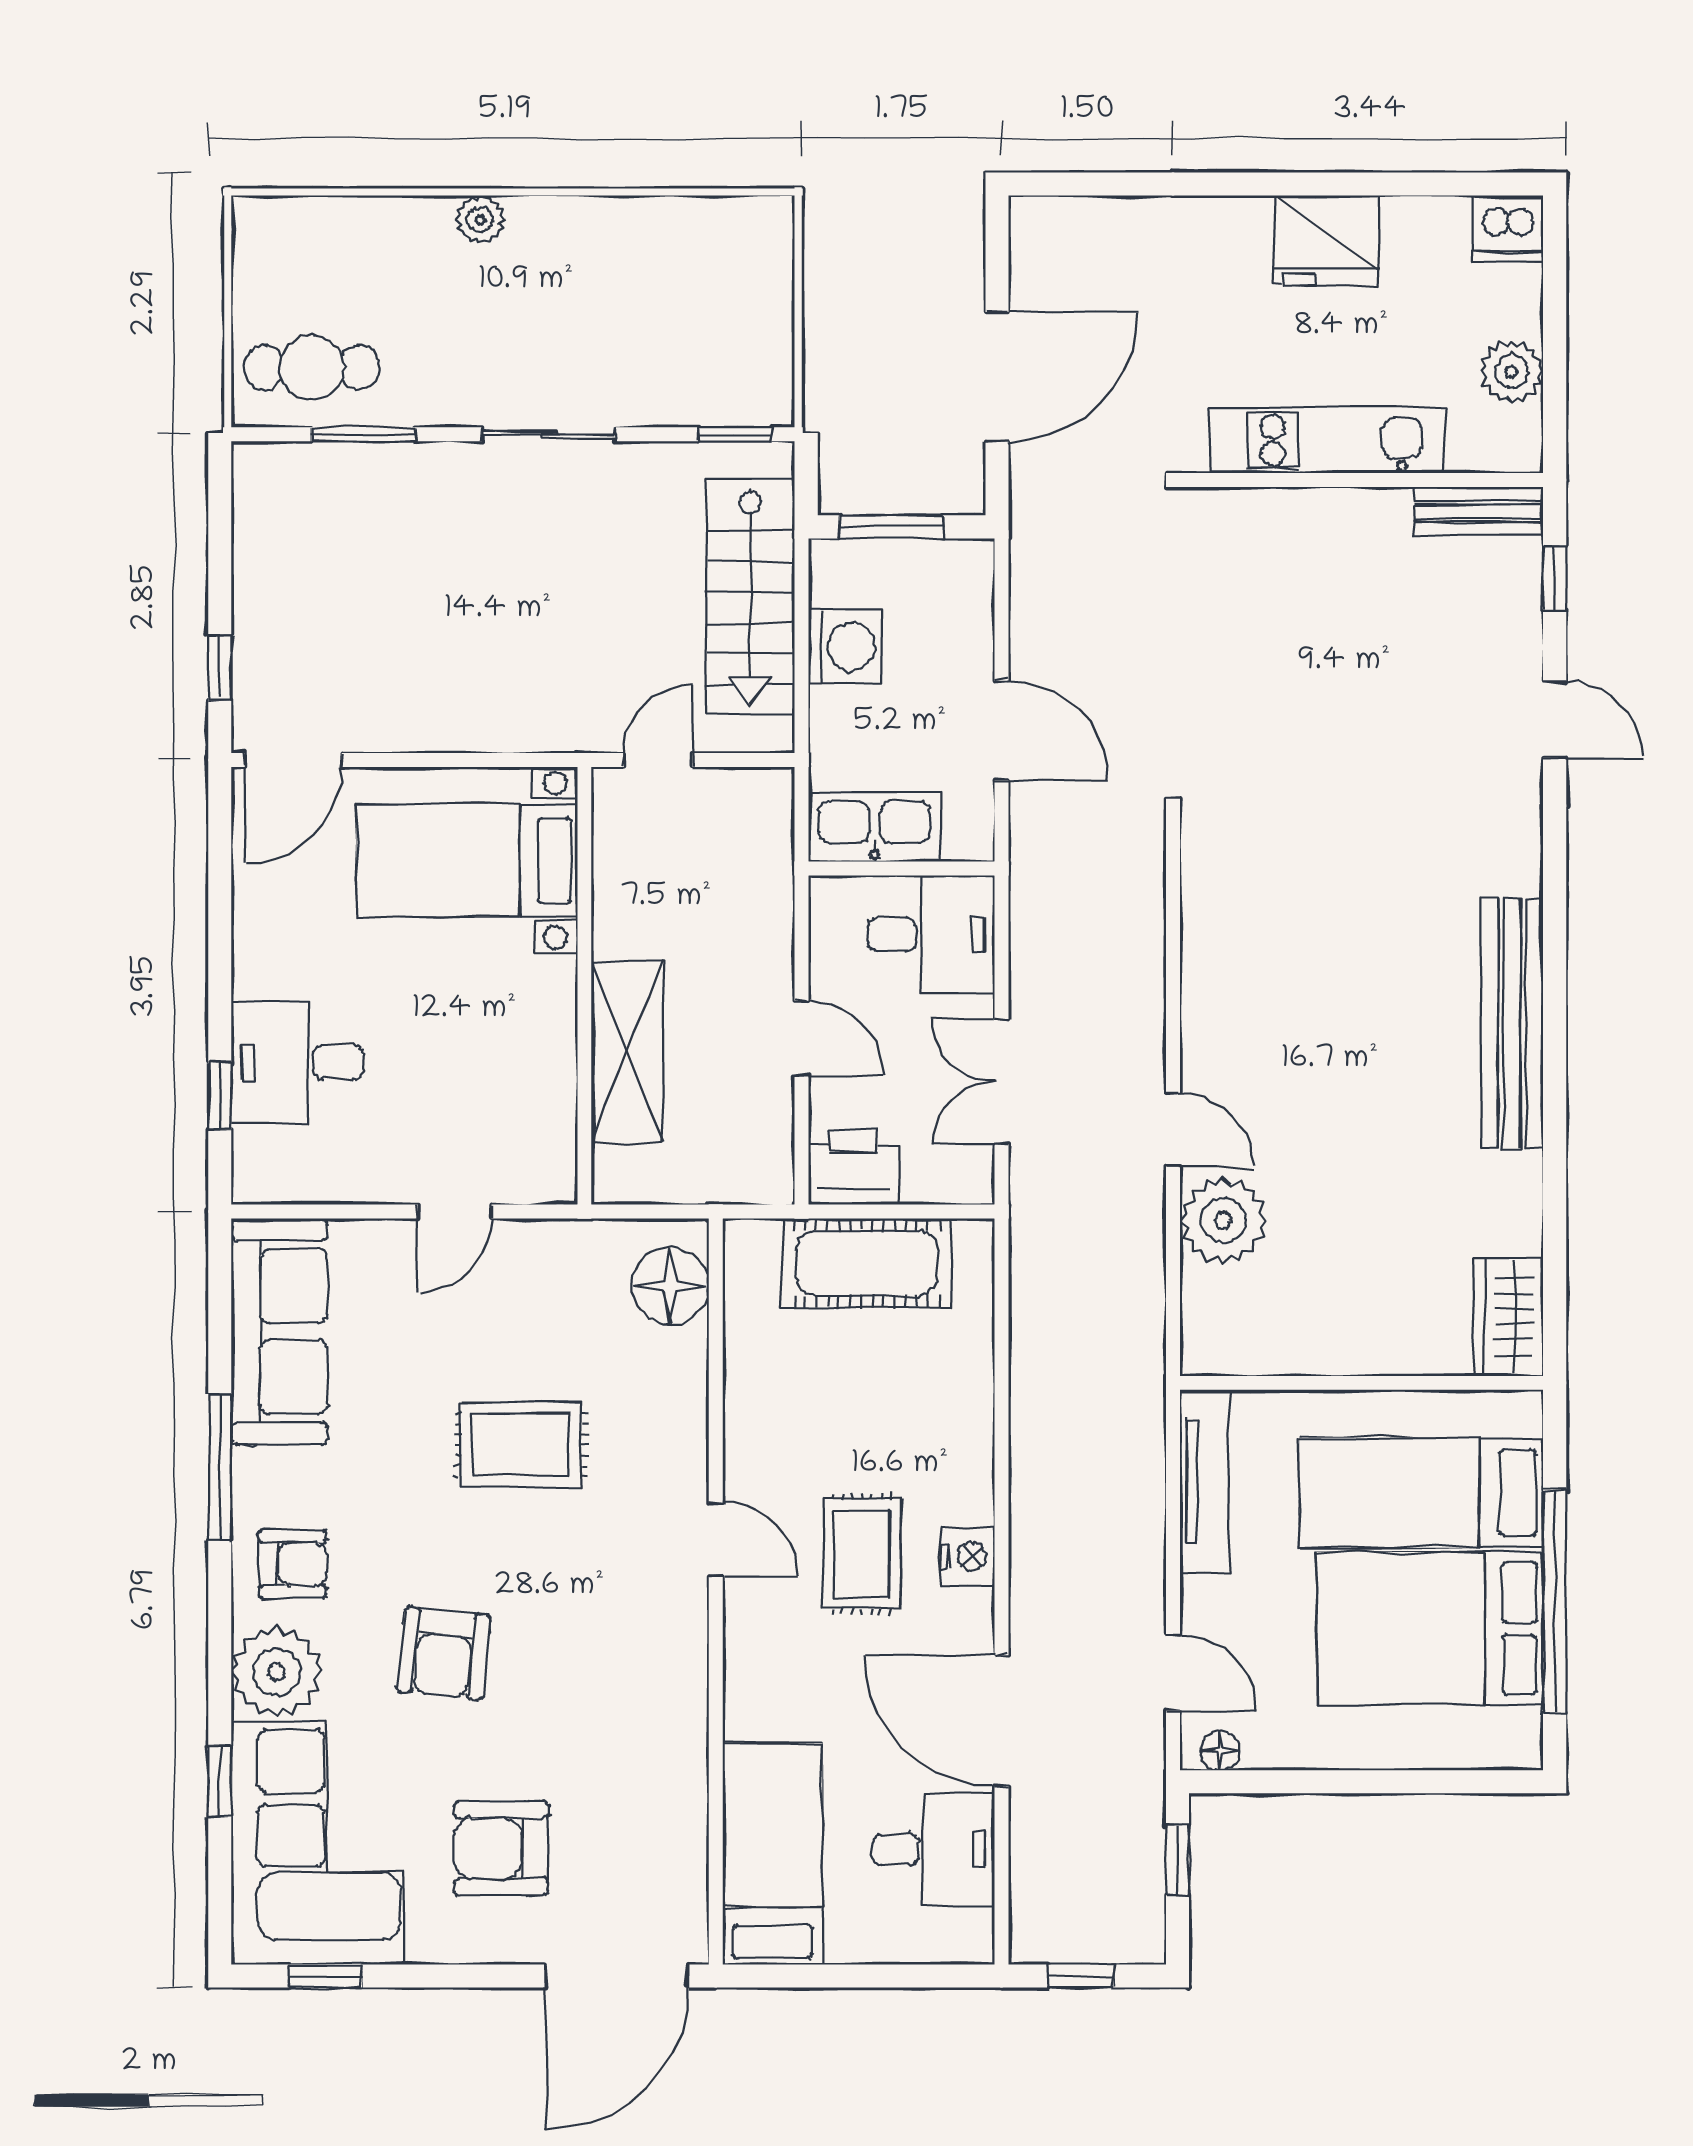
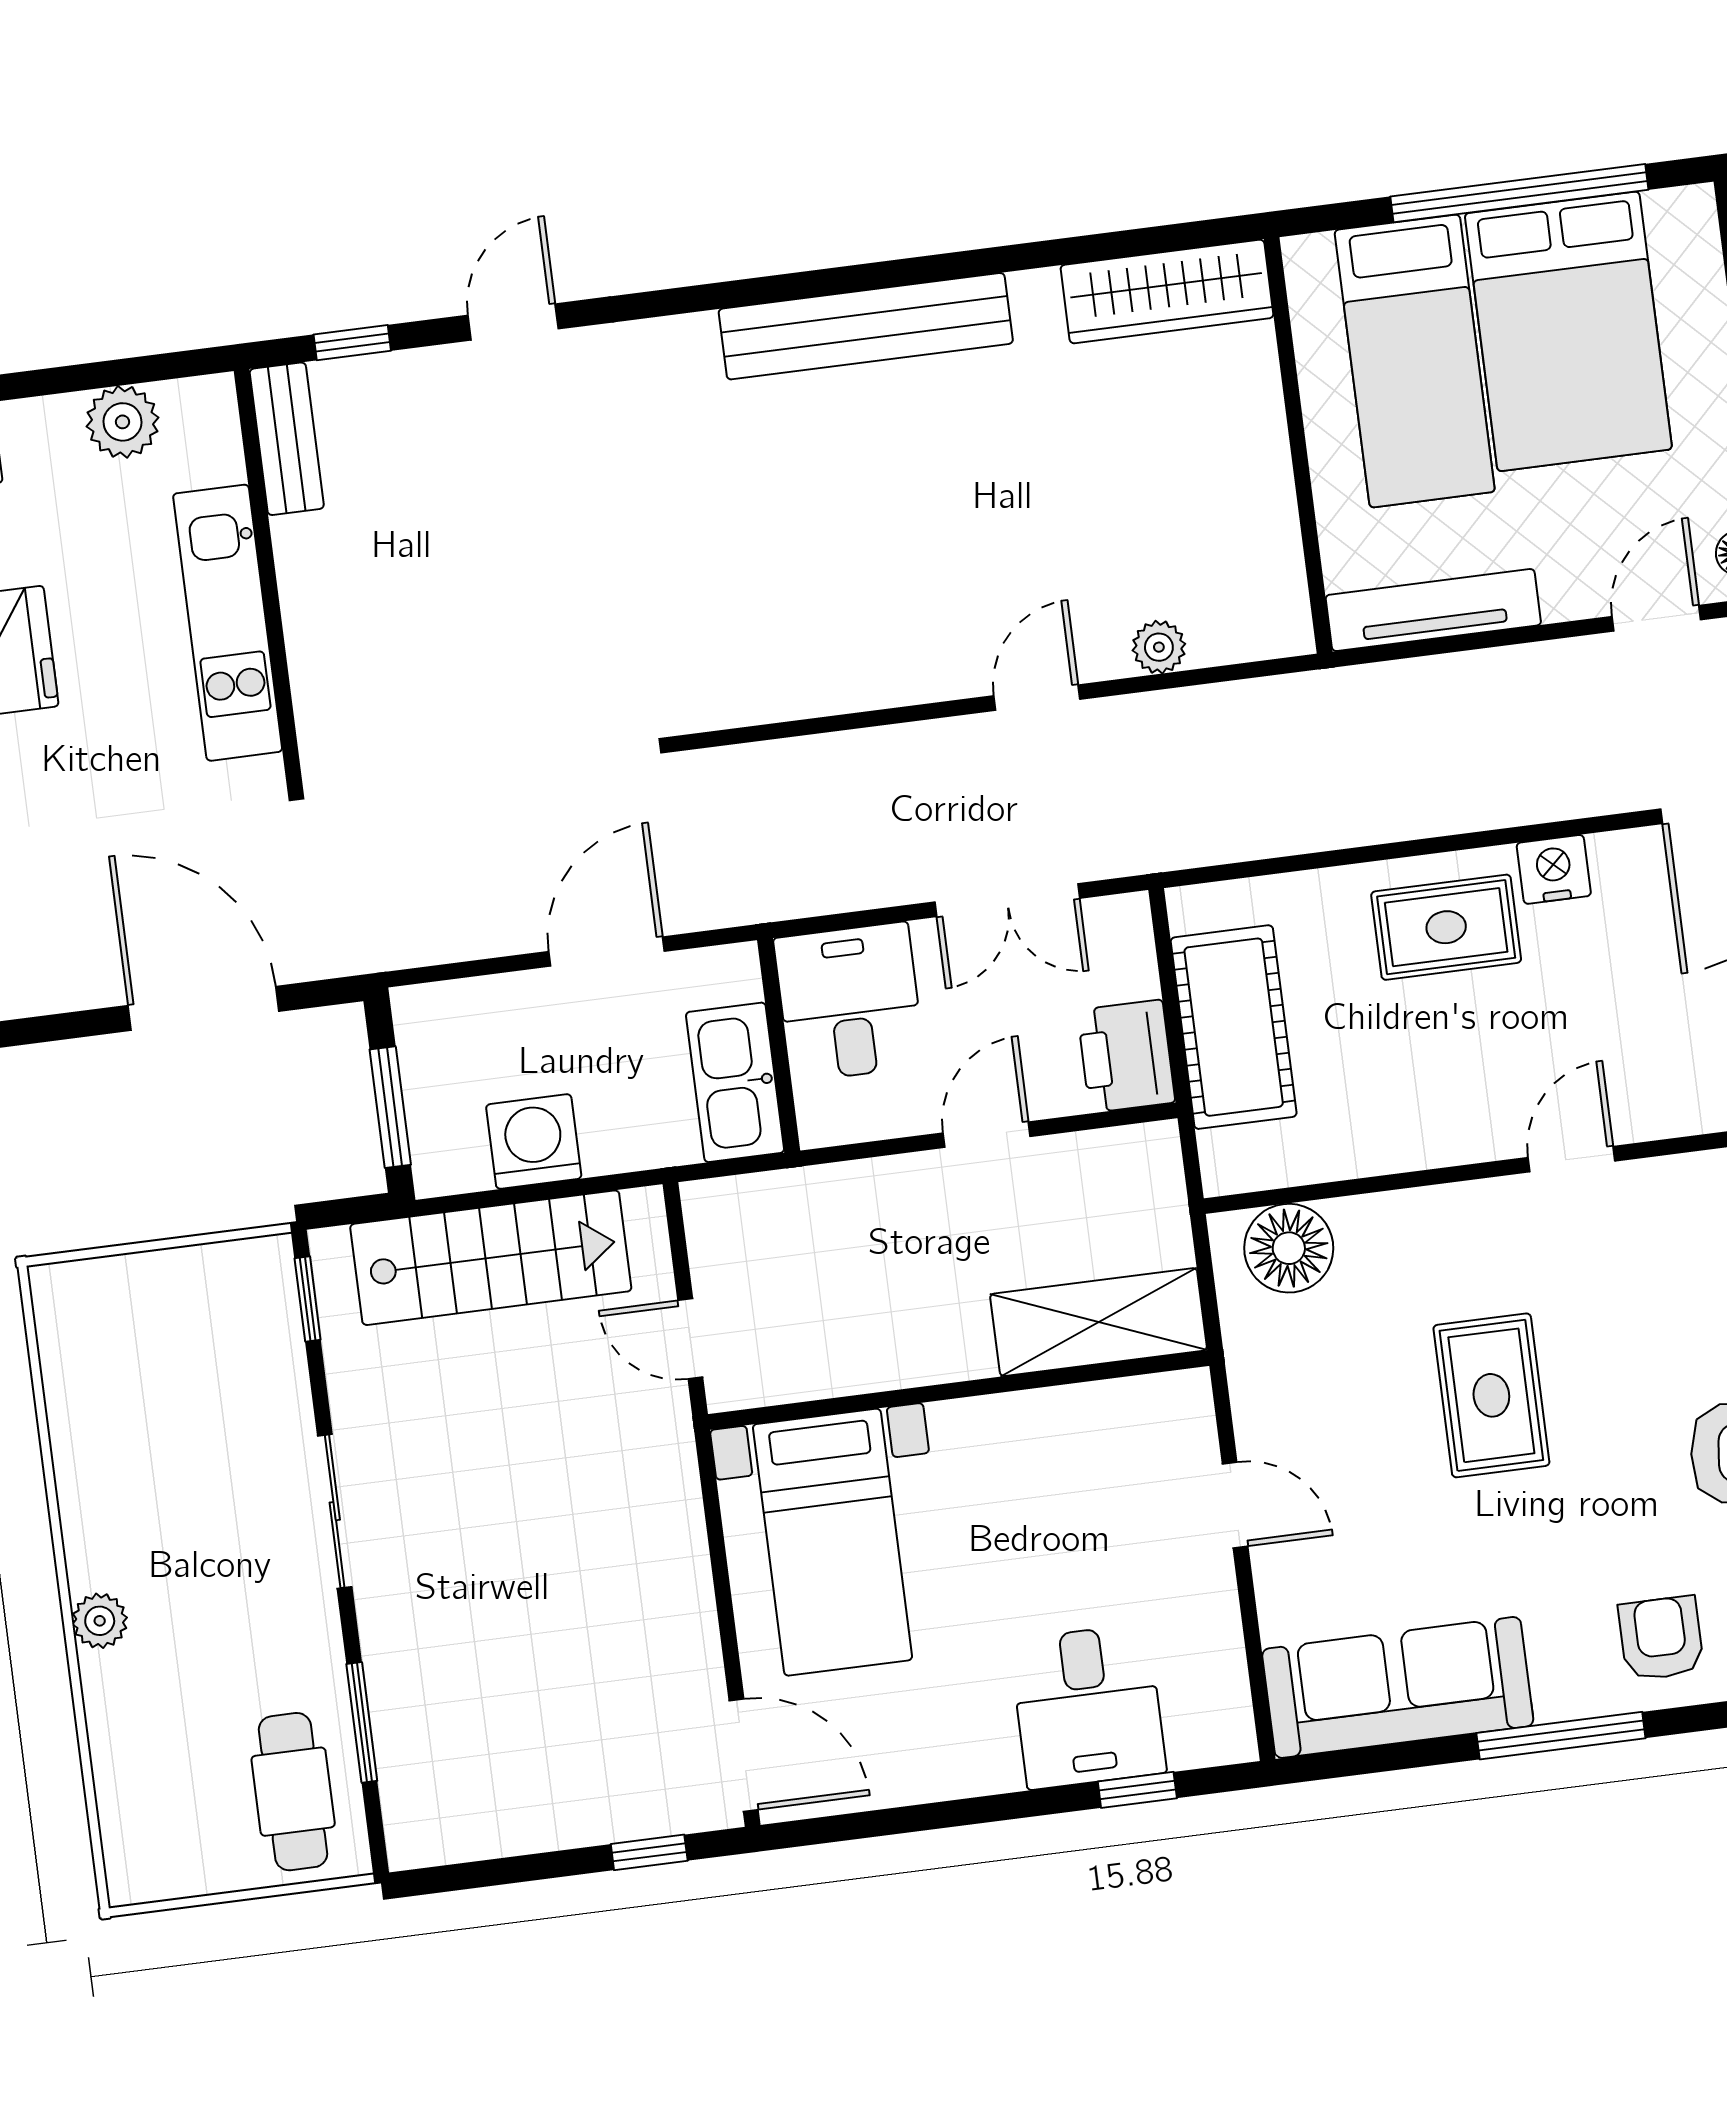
shelving: (627, 1052) -> (1099, 1322), moved
plant: (1223, 1220) -> (1159, 647), width x0.53, depth x0.53
wardrobe: (1509, 1317) -> (1167, 292), width x1.50
rug: (862, 1554) -> (1446, 927), moved

